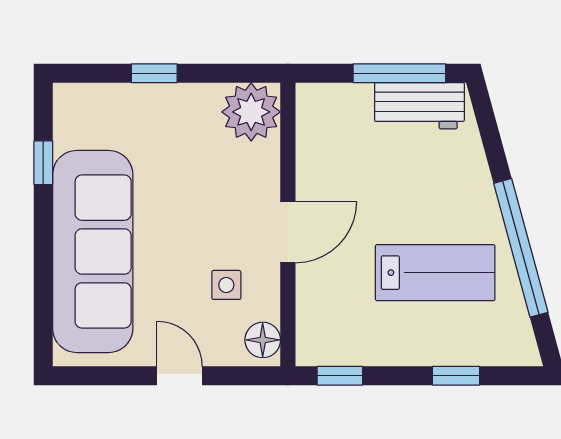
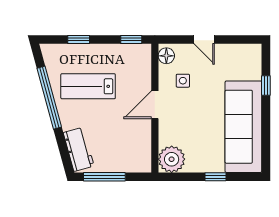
workbench: (419, 106) -> (79, 149), moved, turned 75
window: (43, 163) -> (266, 85), moved
sofa: (93, 252) -> (243, 127), moved

